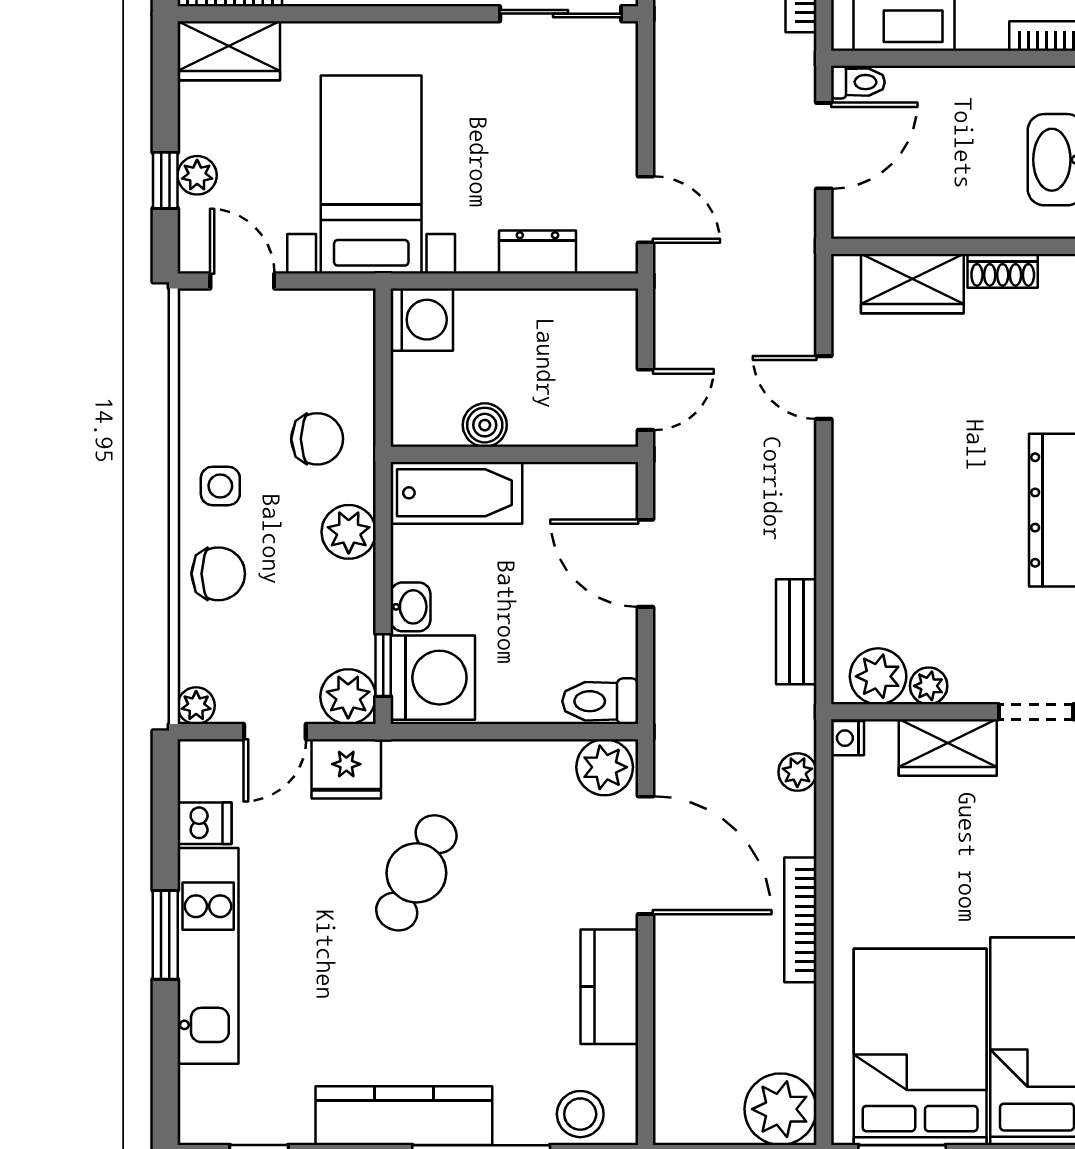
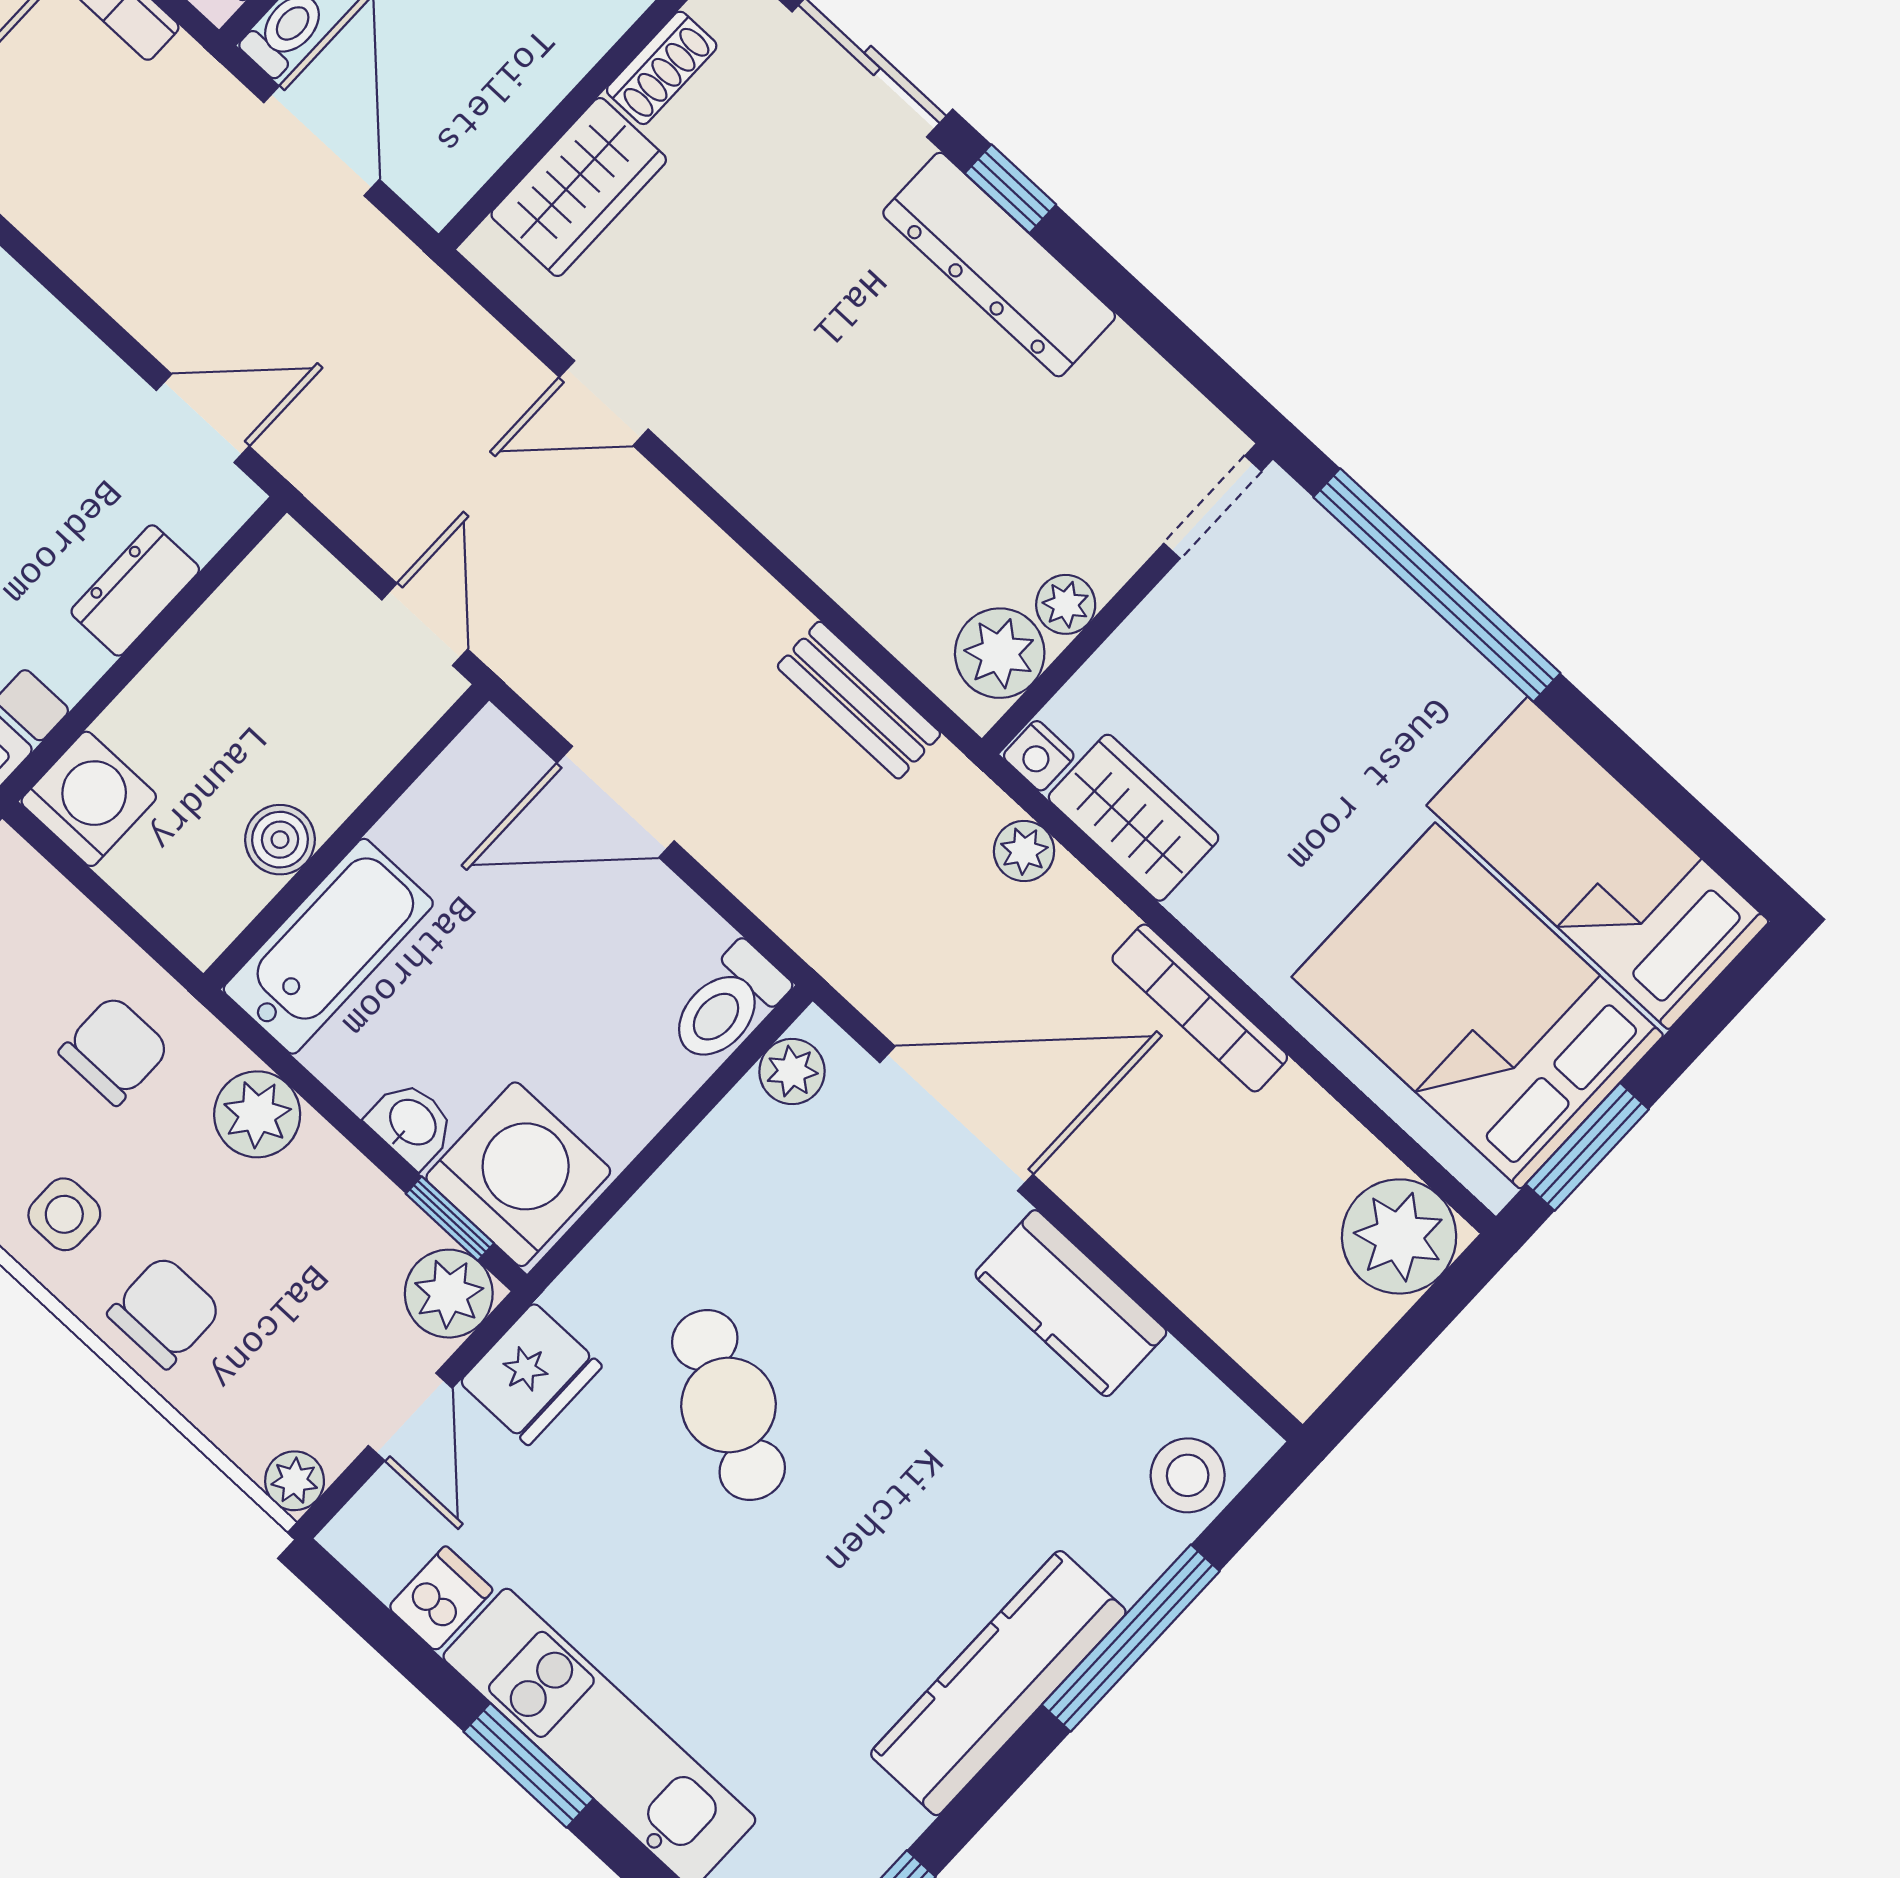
wardrobe: (948, 748) -> (1134, 818), moved, turned -90
plant: (605, 767) -> (792, 1071), width x0.73, depth x0.73

